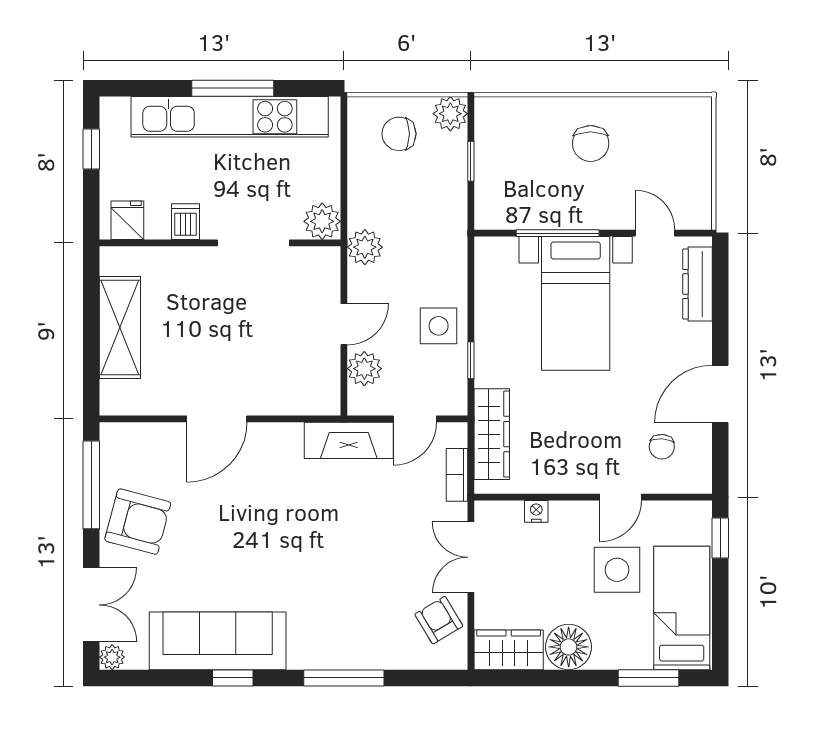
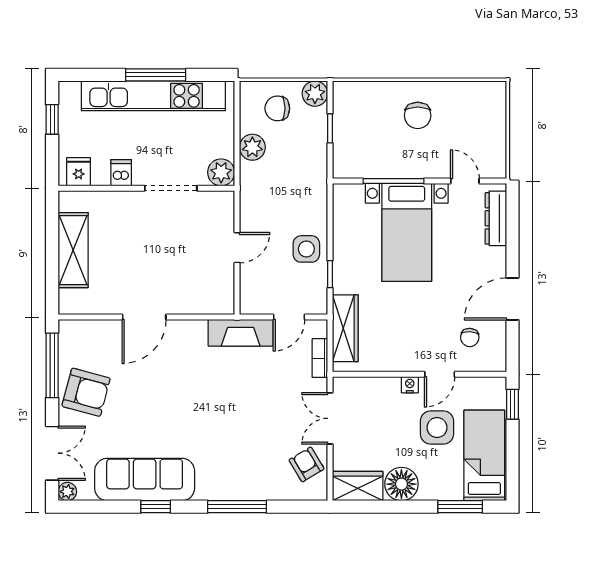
plant: (365, 247) -> (252, 147), moved
plant: (364, 369) -> (252, 280), removed
nightstand: (536, 511) -> (410, 385), moved

